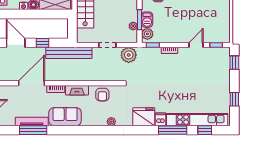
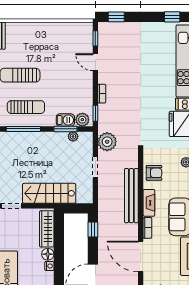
window: (43, 43) -> (93, 229), moved
bench: (69, 53) -> (131, 196), moved
window: (234, 99) -> (172, 17), moved

